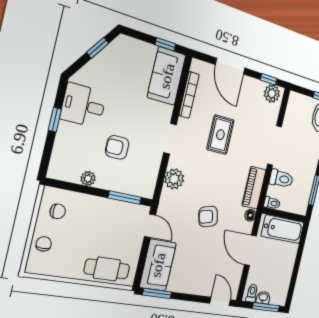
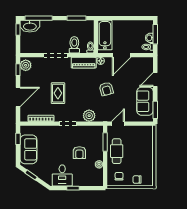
sofa: (167, 76) -> (28, 149), moved, turned -90
rug: (220, 135) -> (58, 93), turned 90
sofa: (158, 265) -> (145, 101), moved, turned -90
cafe table: (107, 269) -> (117, 151), moved
door: (220, 301) -> (155, 80), moved

